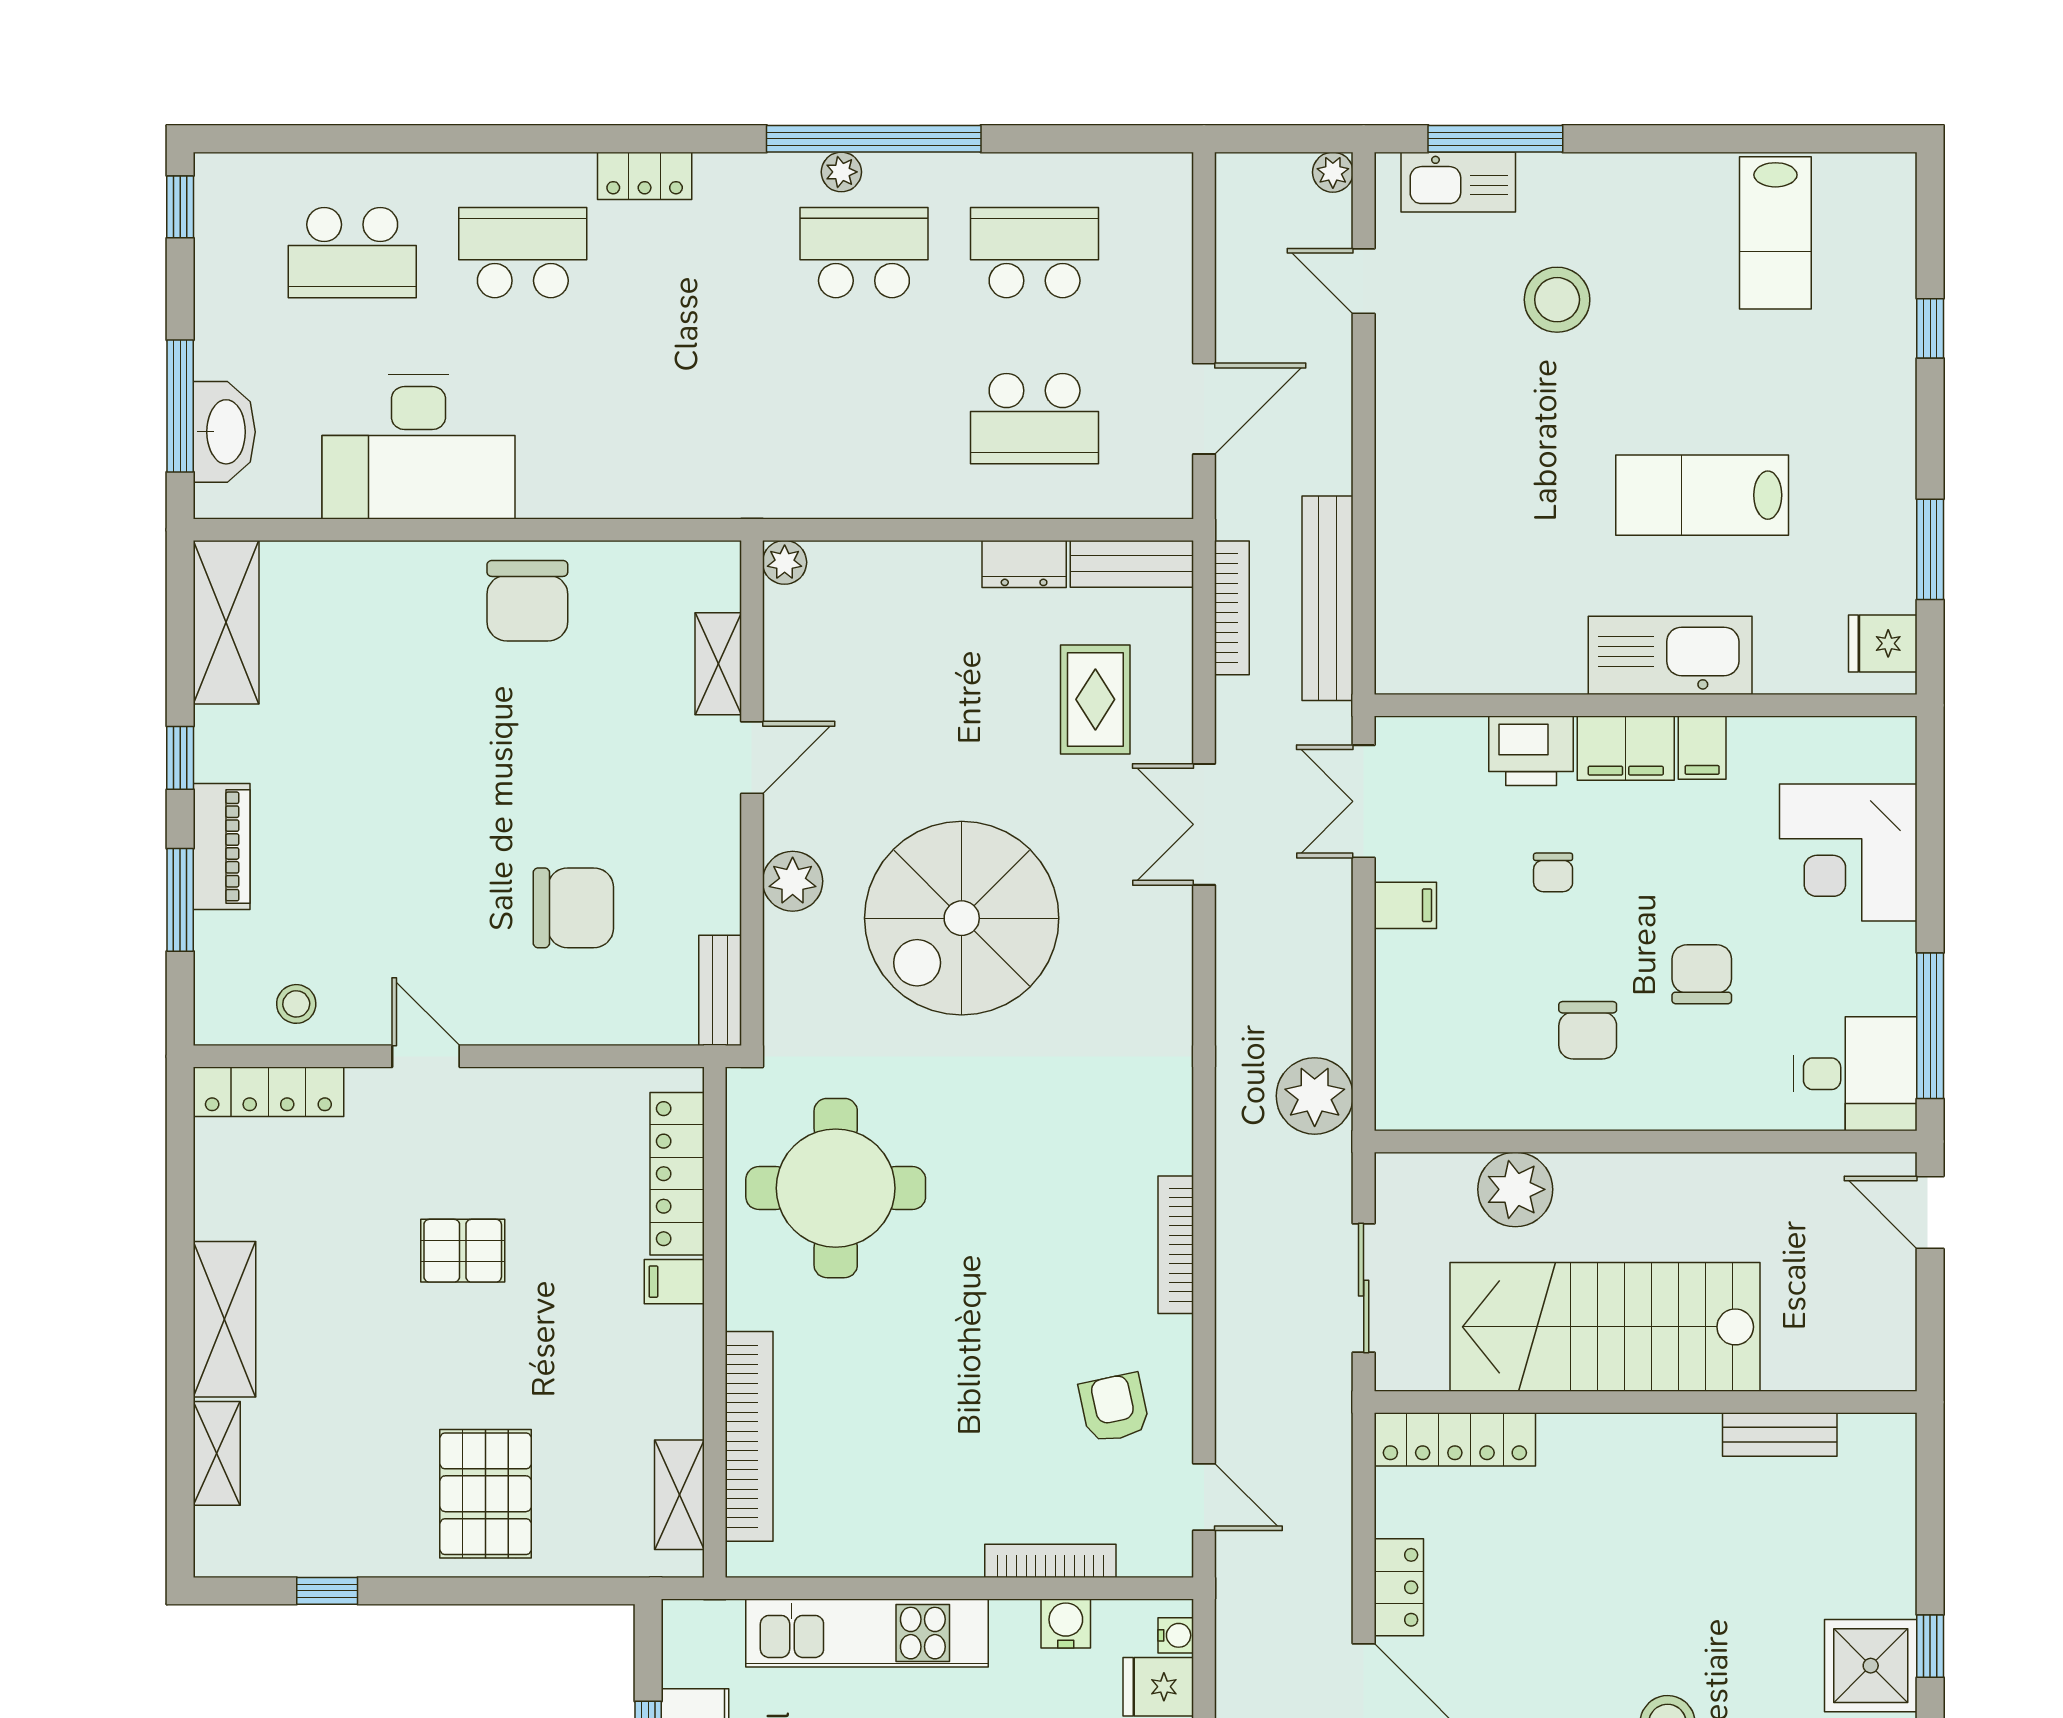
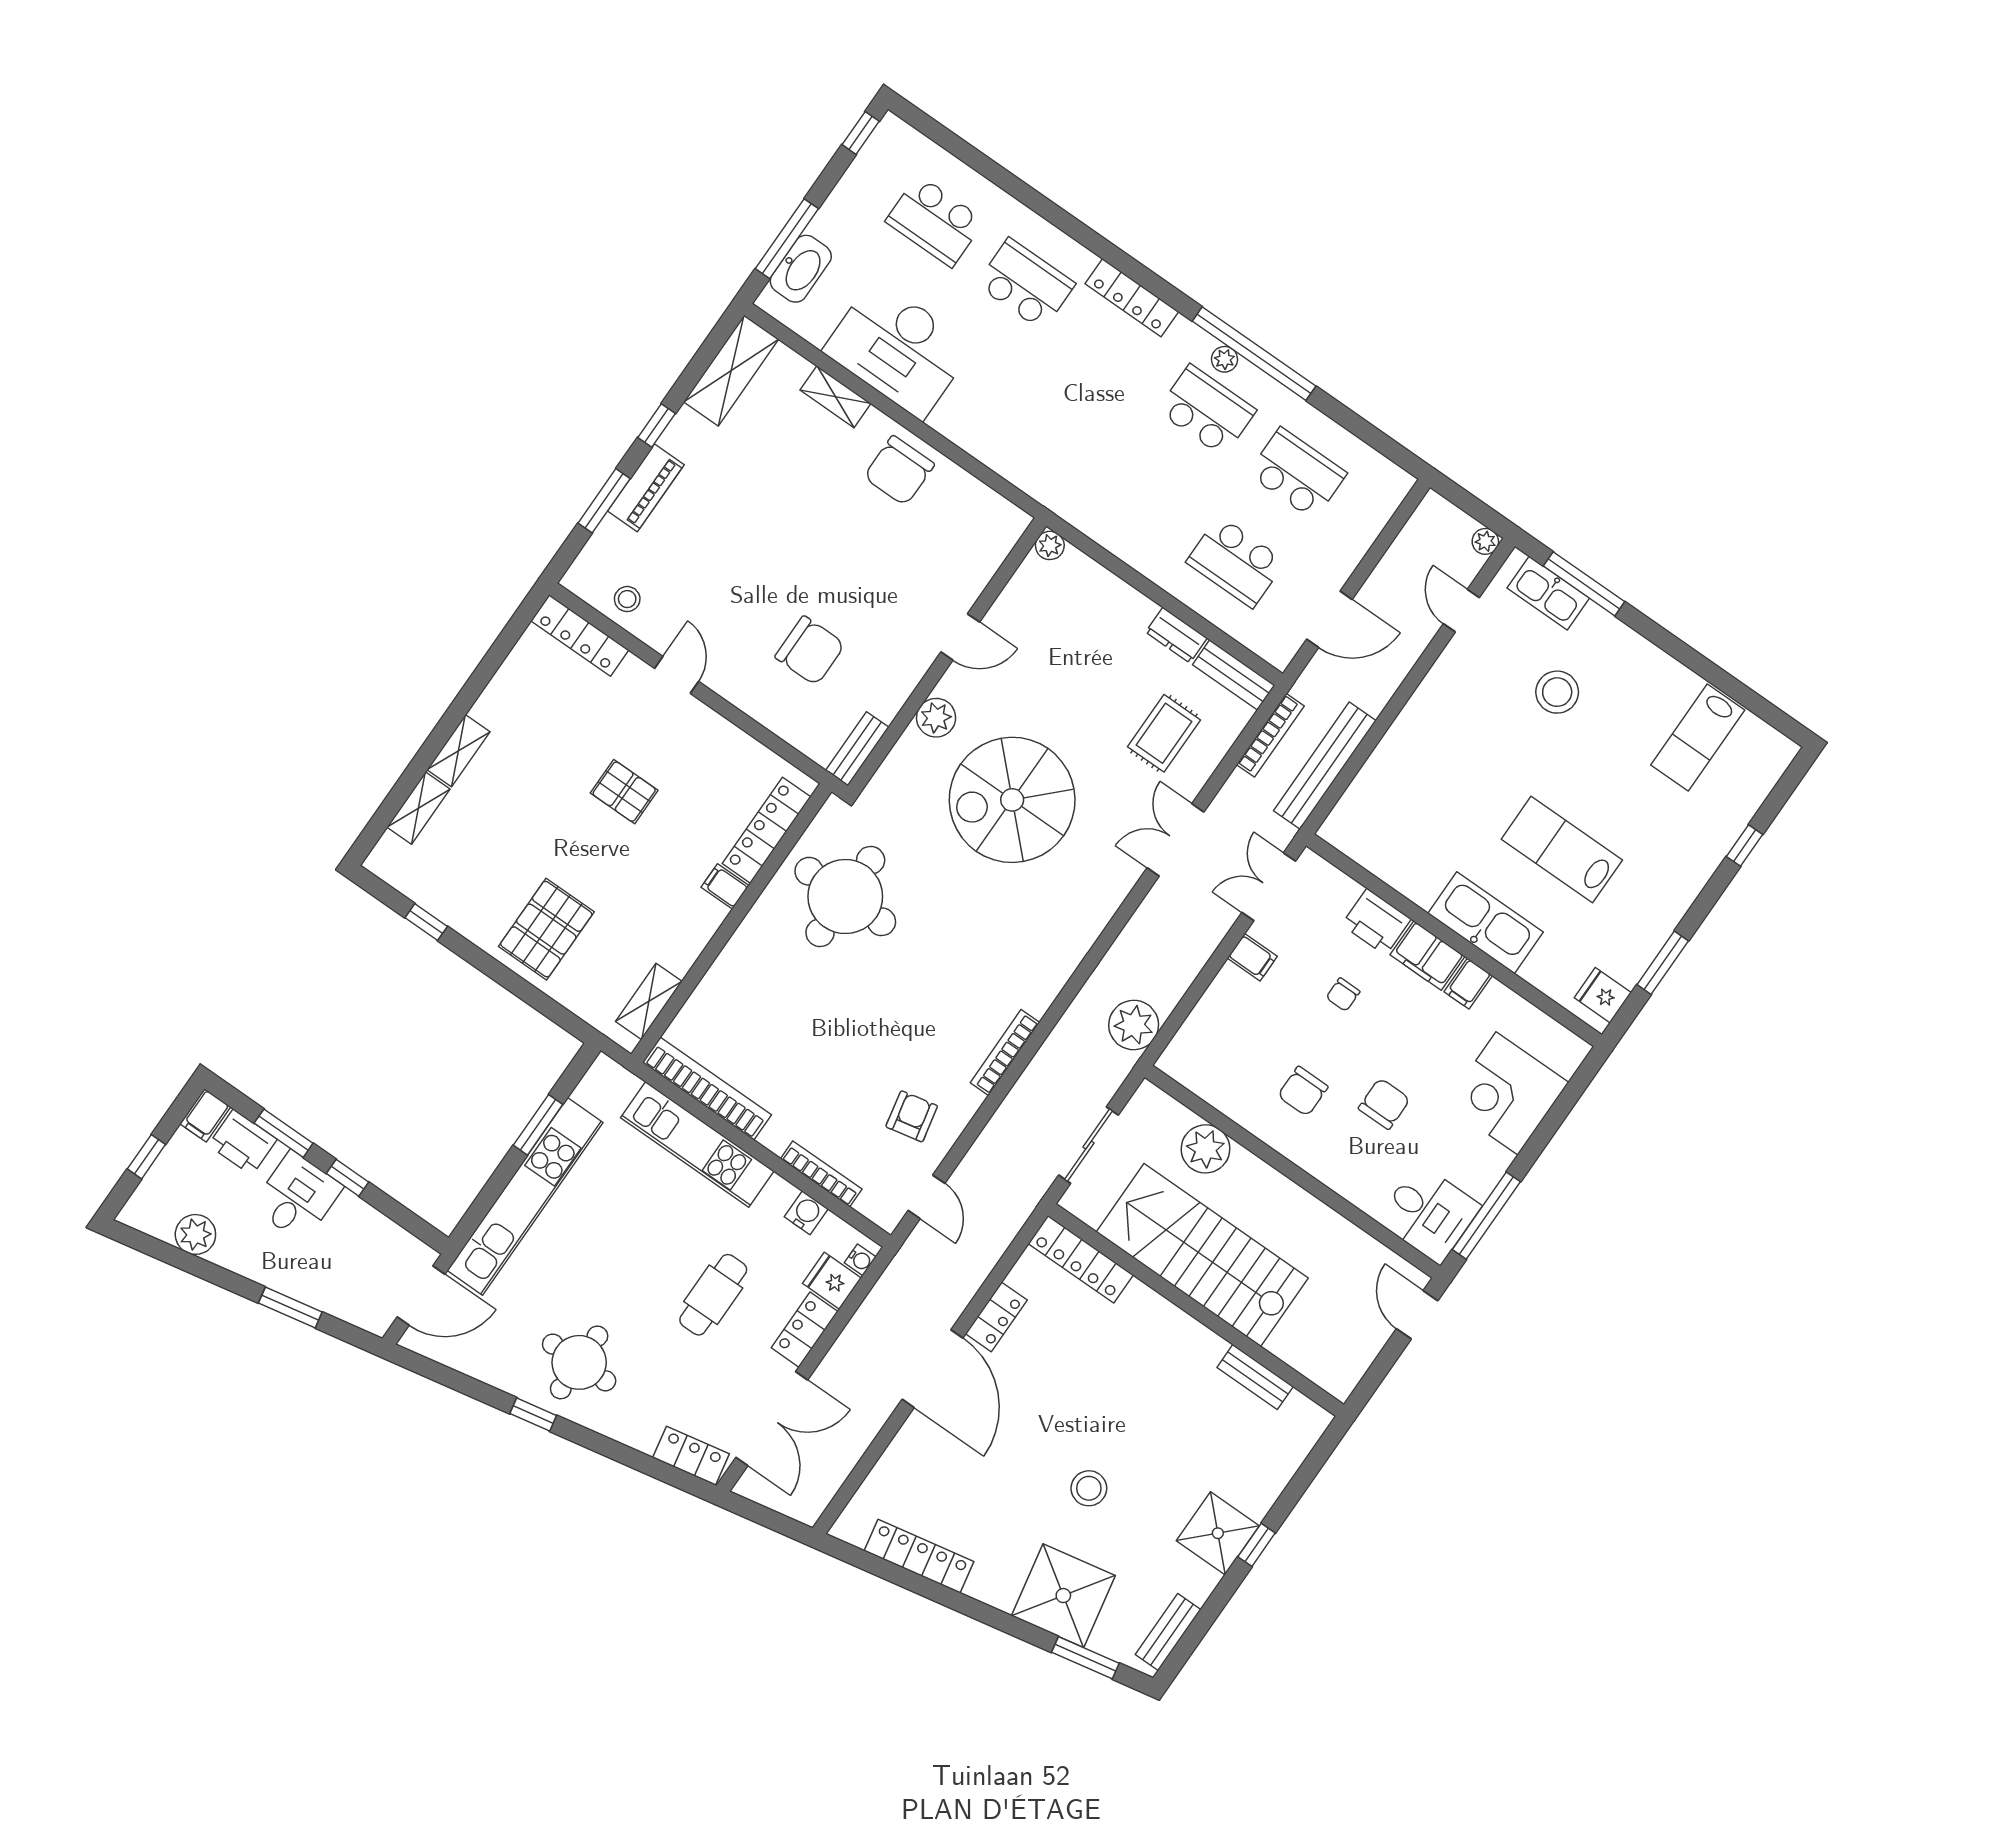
locker: (645, 176) -> (1132, 298), width x1.53
shelving: (718, 664) -> (835, 397), moved, turned 90
shelving: (224, 1319) -> (459, 751), width x0.67, depth x0.75
bookcase: (749, 1436) -> (707, 1089), moved, turned -90

